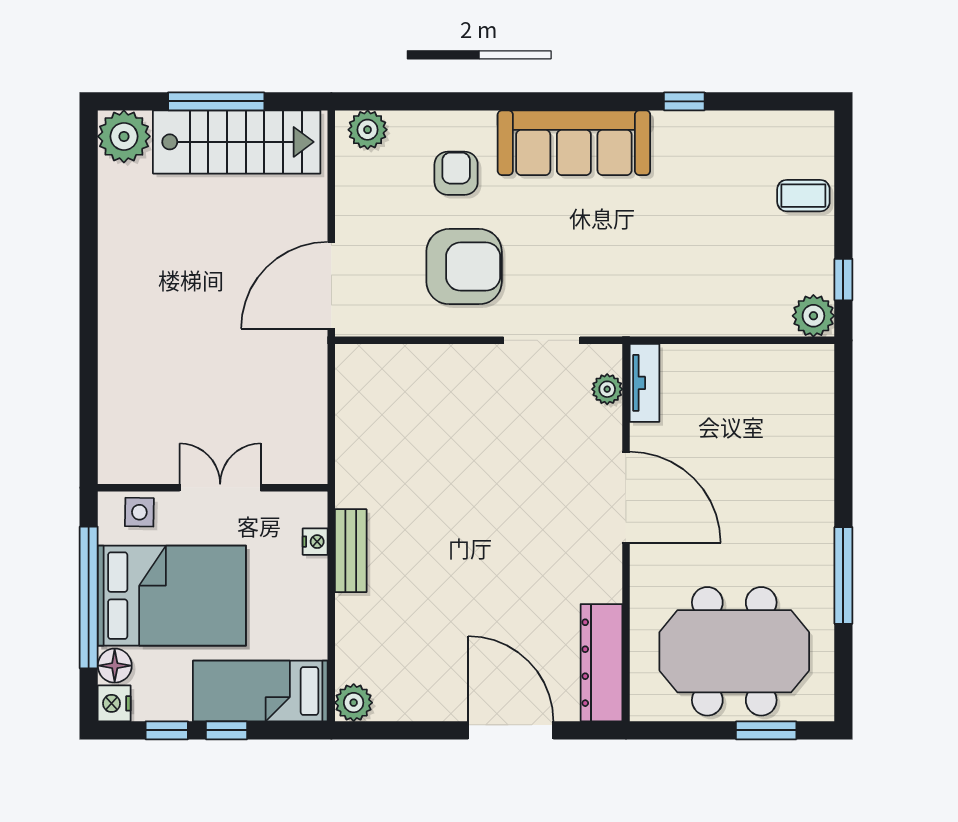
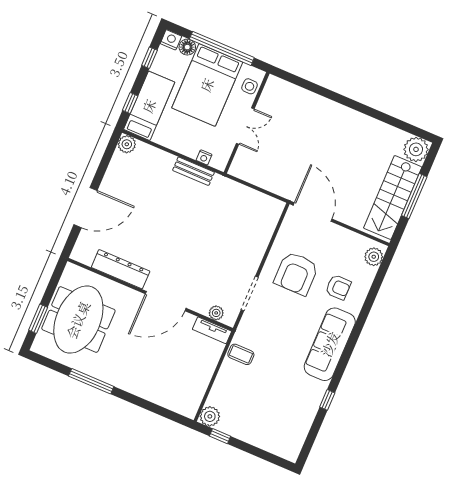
coffee table: (803, 196) -> (241, 354), moved, turned 90
dresser: (601, 663) -> (121, 269), moved
window: (227, 730) -> (130, 103), moved

